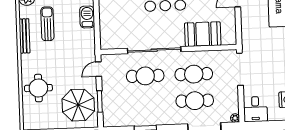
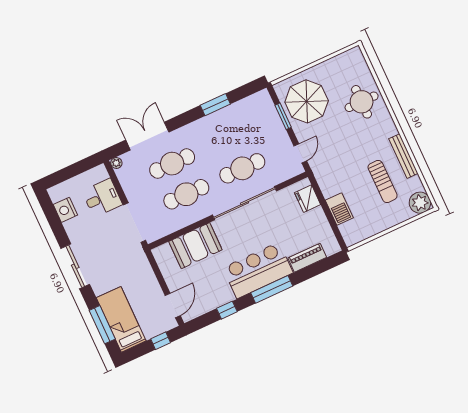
fridge: (107, 34) -> (308, 199), added
desk: (255, 109) -> (102, 198), moved, turned 90

